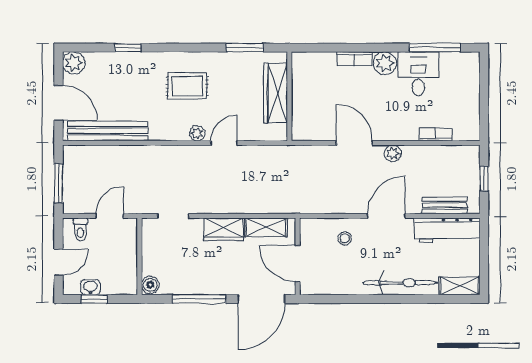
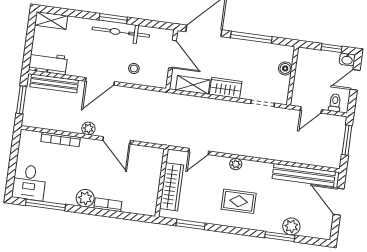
window: (128, 48) -> (280, 237), width x1.50
plant: (74, 63) -> (291, 226), moved
desk: (418, 74) -> (29, 182), moved
bookcase: (436, 135) -> (61, 139), width x1.56
door: (224, 143) -> (199, 152), moved
window: (484, 179) -> (21, 100), width x1.50
bench: (445, 205) -> (54, 83), width x1.36
workbench: (447, 230) -> (48, 63), width x0.73
bicycle: (400, 283) -> (121, 32), moved
boiler: (150, 285) -> (285, 68), moved
washbasin: (90, 287) -> (347, 59), moved
window: (380, 299) -> (113, 19), added

